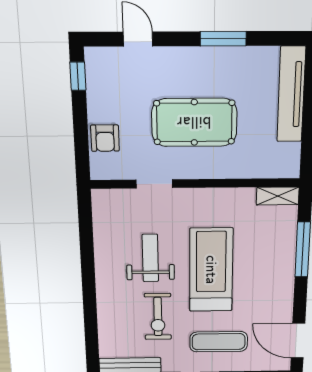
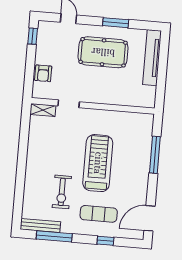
pool table: (194, 122) -> (103, 52), moved
shelving: (278, 196) -> (43, 110), moved
weight bench: (150, 258) -> (61, 151), removed
door: (298, 341) -> (149, 218), hinge flipped

